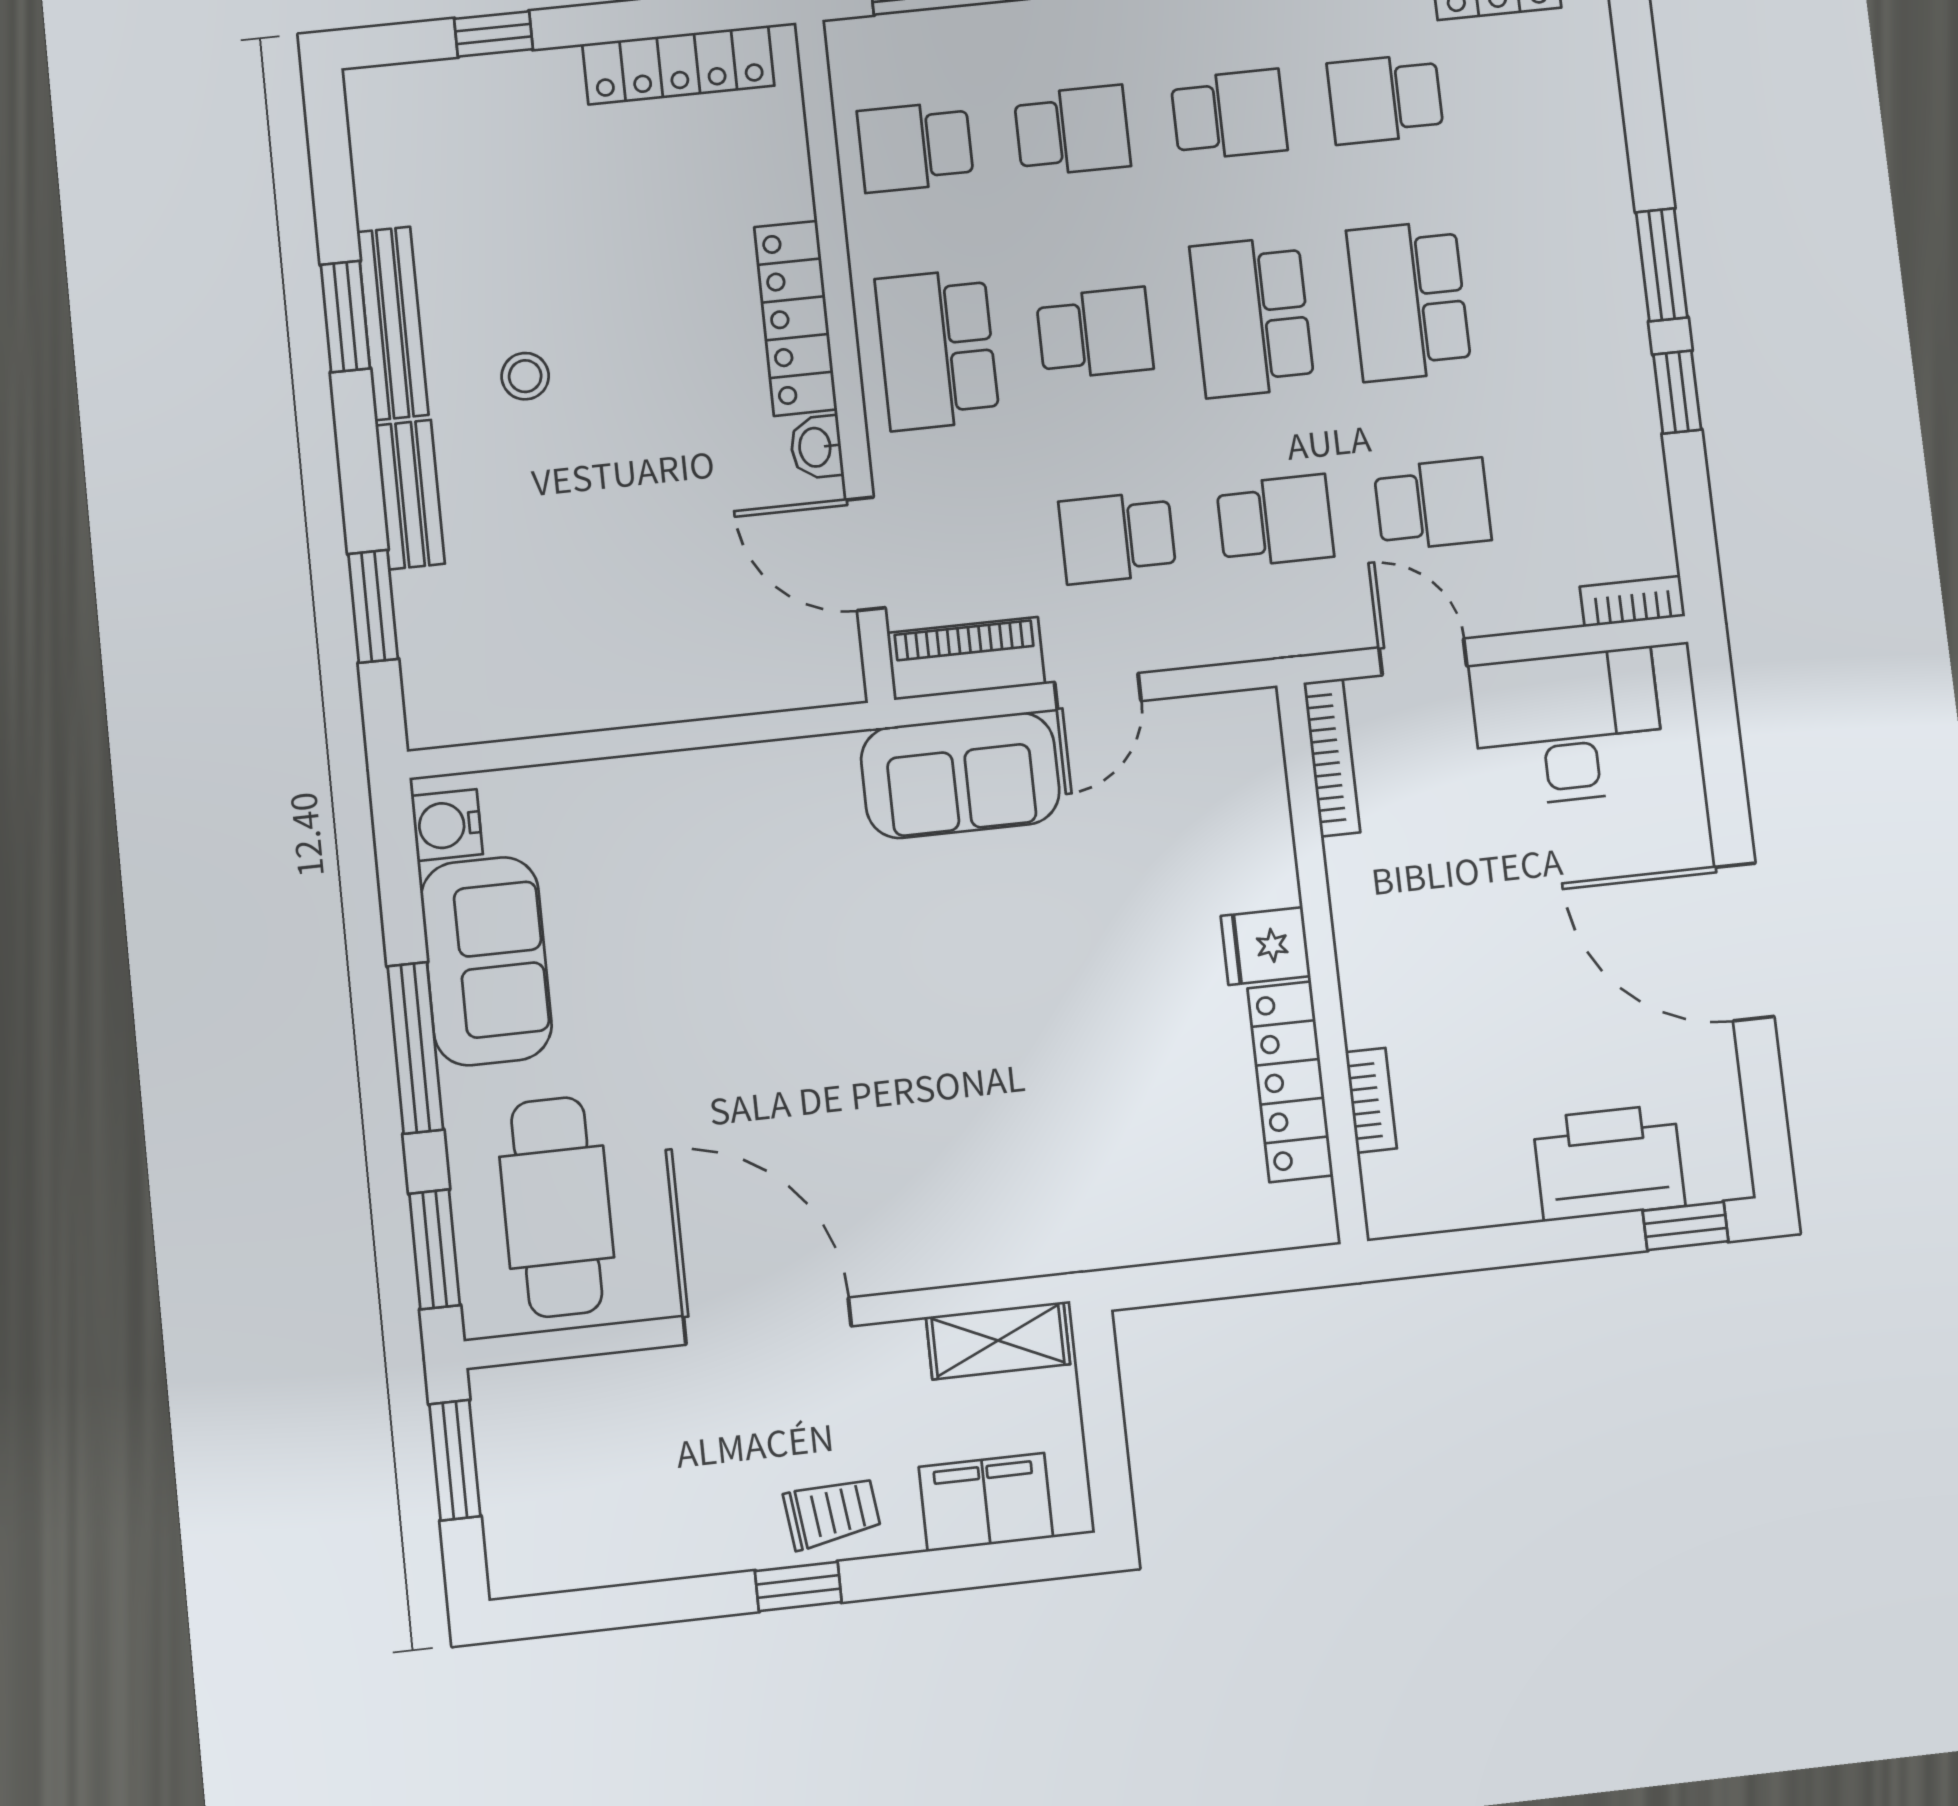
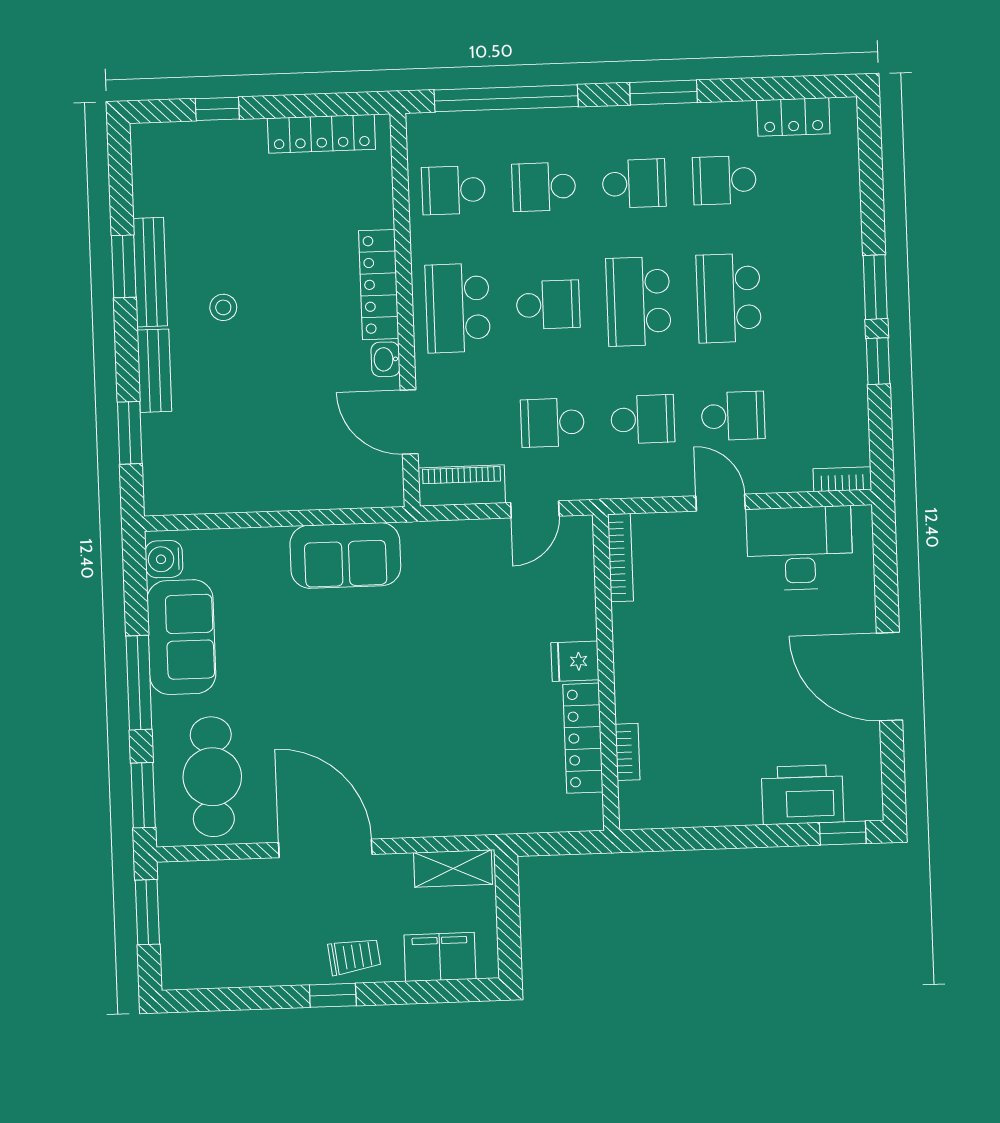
school desk: (1072, 131) -> (544, 187), turned 180
bookcase: (1332, 757) -> (620, 558), moved
sofa: (960, 775) -> (345, 555), moved
fridge: (1266, 946) -> (575, 661), moved
wall: (1322, 962) -> (606, 672), moved
locker: (1290, 1082) -> (583, 738), moved
bookcase: (1371, 1100) -> (628, 752), moved

